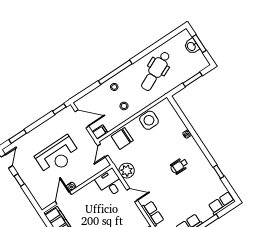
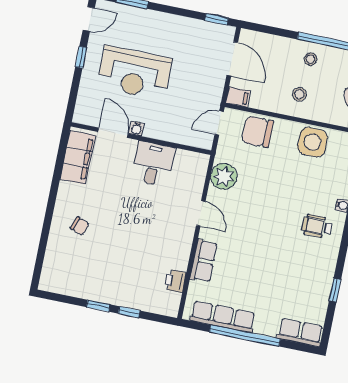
reception desk: (58, 156) -> (134, 73), moved
wheelchair: (179, 166) -> (317, 226), moved
desk: (110, 183) -> (153, 164), moved
door: (63, 198) -> (113, 133), hinge flipped

